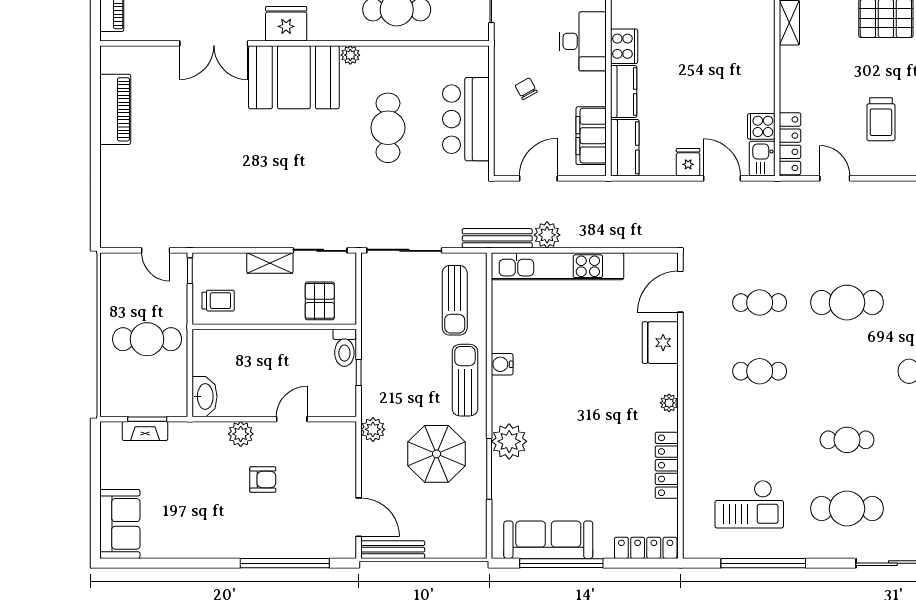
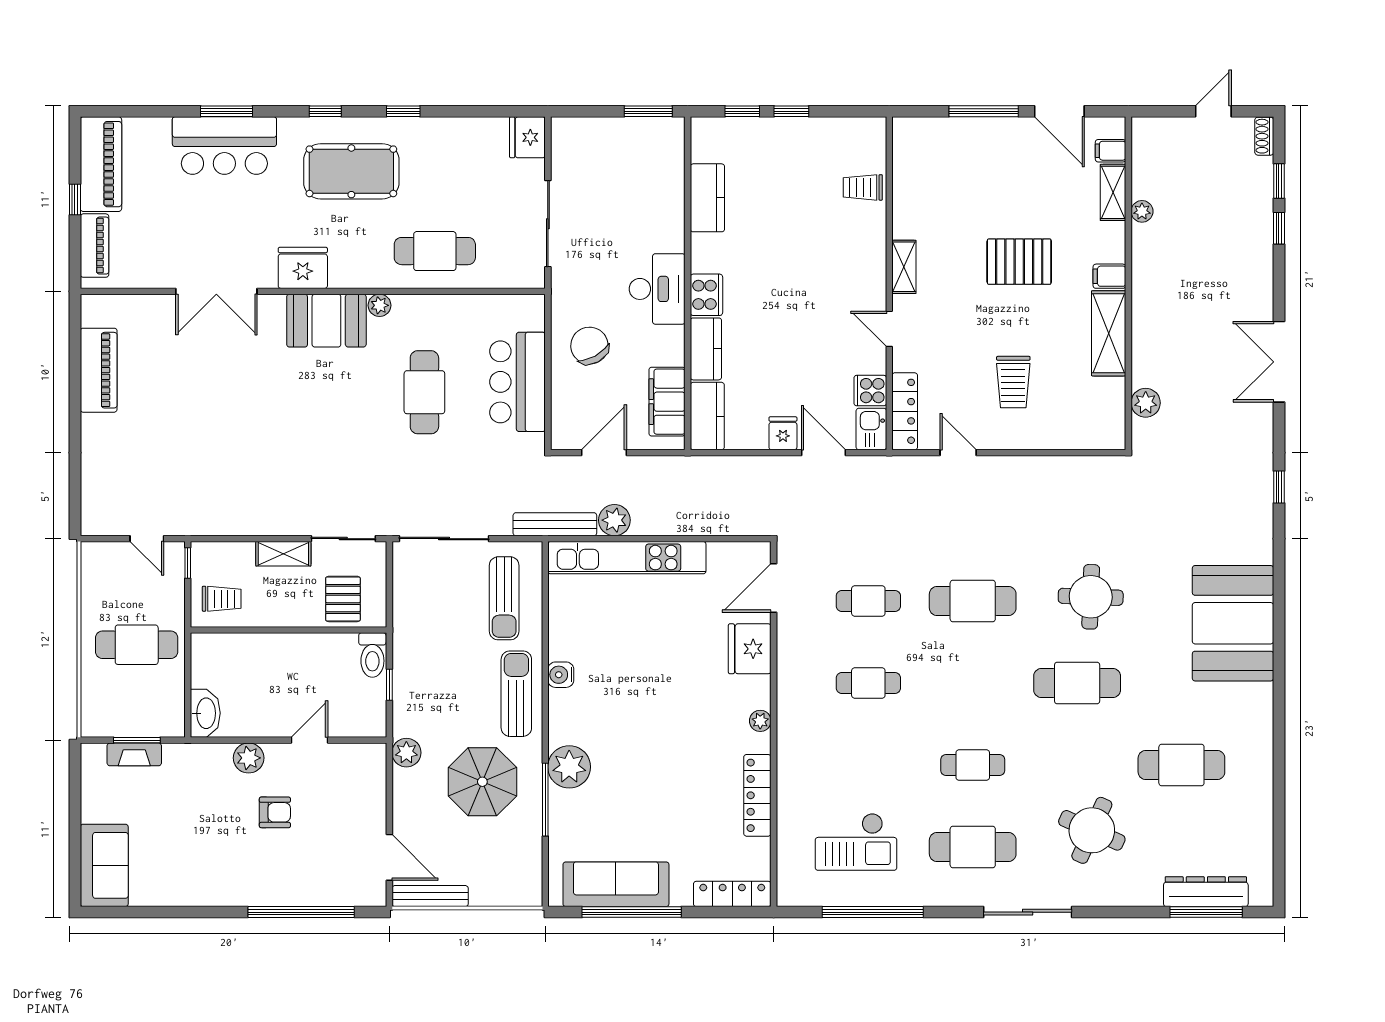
door: (777, 75) -> (889, 329), added
booth: (294, 77) -> (326, 321), width x0.73, depth x0.70
chair: (526, 89) -> (589, 346), width x1.87, depth x1.87

